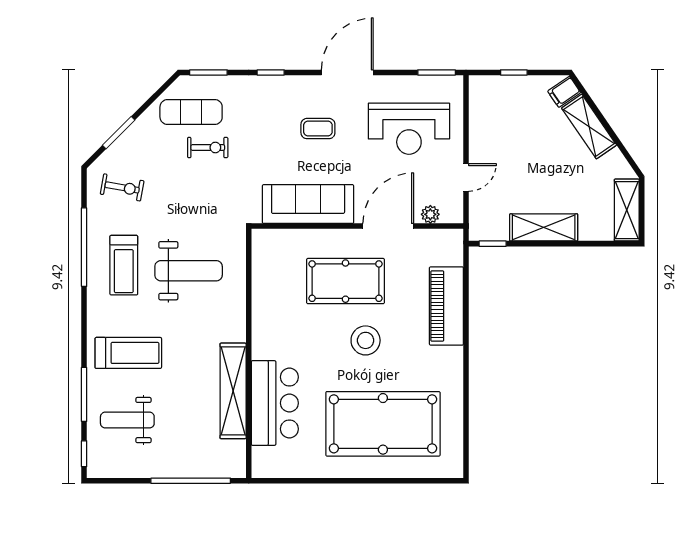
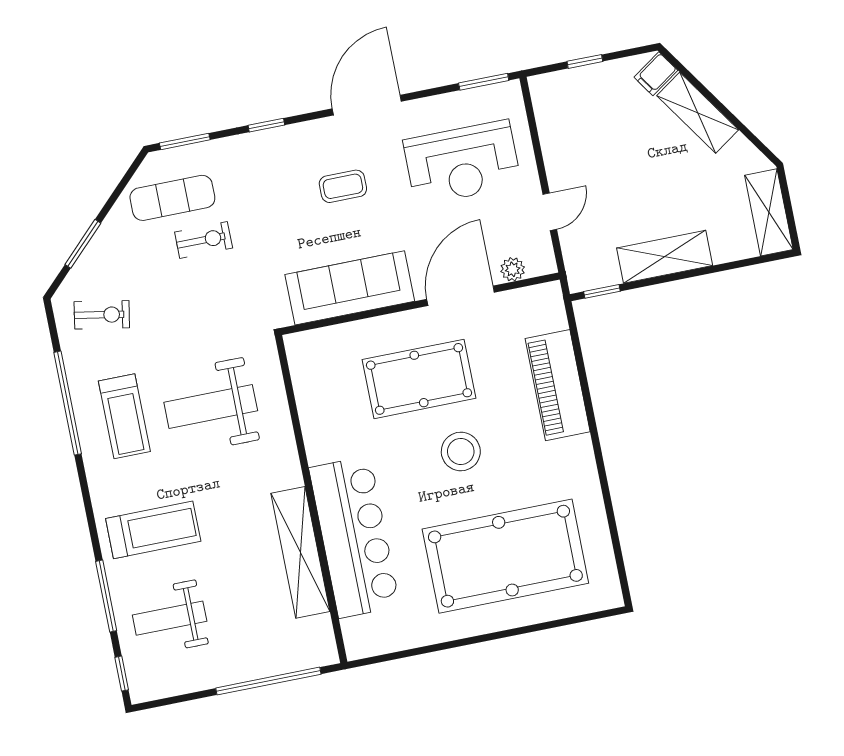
weight bench: (189, 271) -> (211, 407), turned 180
bar counter: (275, 403) -> (354, 537), width x1.36

